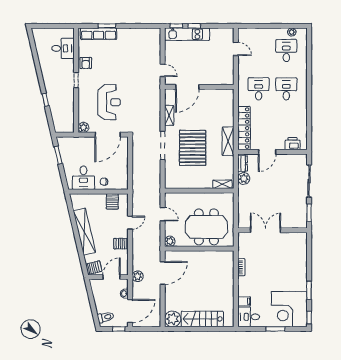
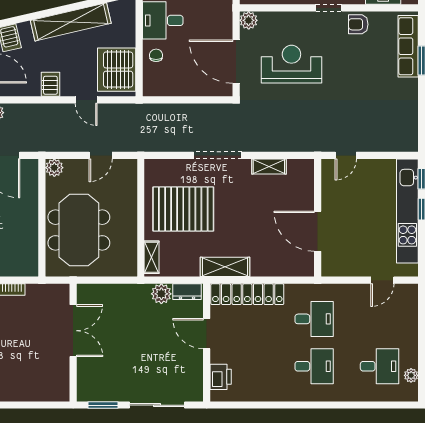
kitchen unit: (187, 34) -> (407, 211), width x1.36
door: (187, 87) -> (318, 231), moved
reception desk: (109, 102) -> (291, 64), turned 180
pallet: (193, 148) -> (183, 209), moved
server rack: (112, 201) -> (117, 70), width x2.18, depth x1.44

